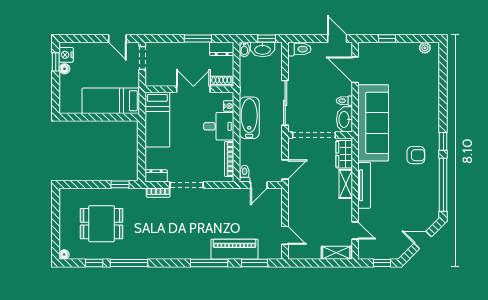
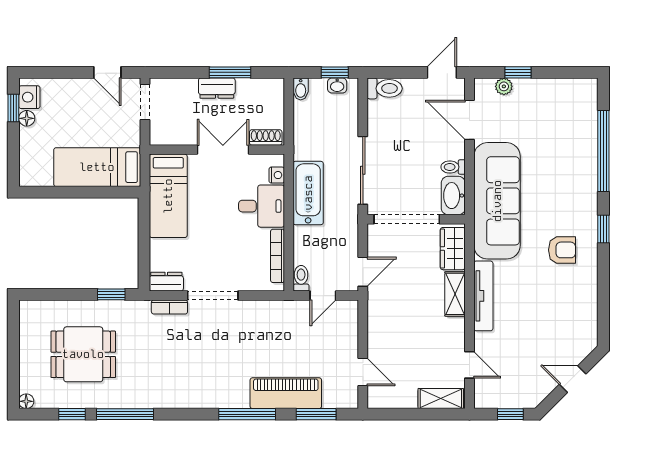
door: (337, 39) -> (442, 72), hinge flipped
plant: (425, 48) -> (504, 86), moved
dresser: (222, 49) -> (217, 88), moved
washbasin: (263, 49) -> (337, 86), width x0.52, depth x0.69
window: (443, 185) -> (603, 151), moved

